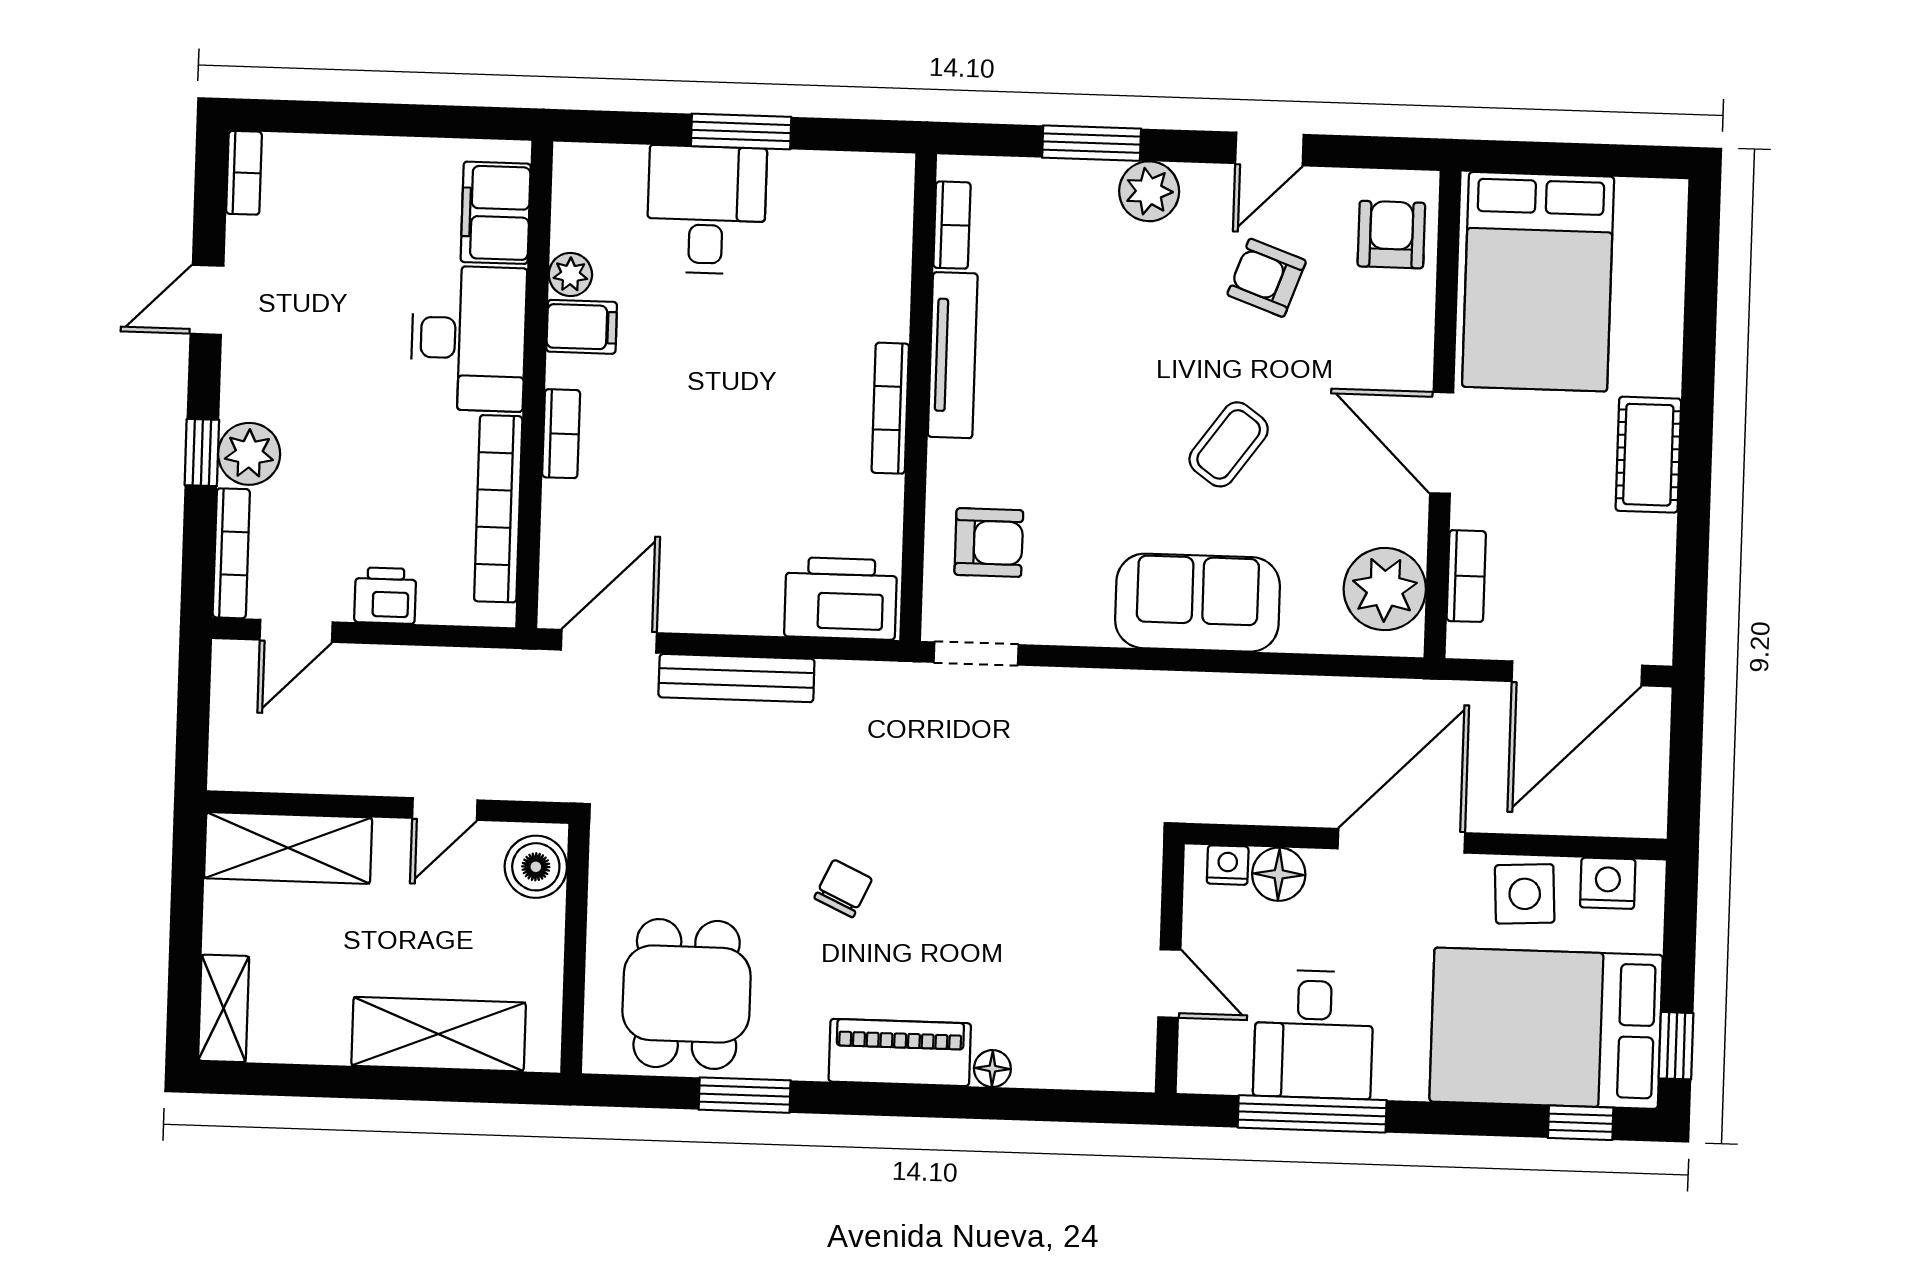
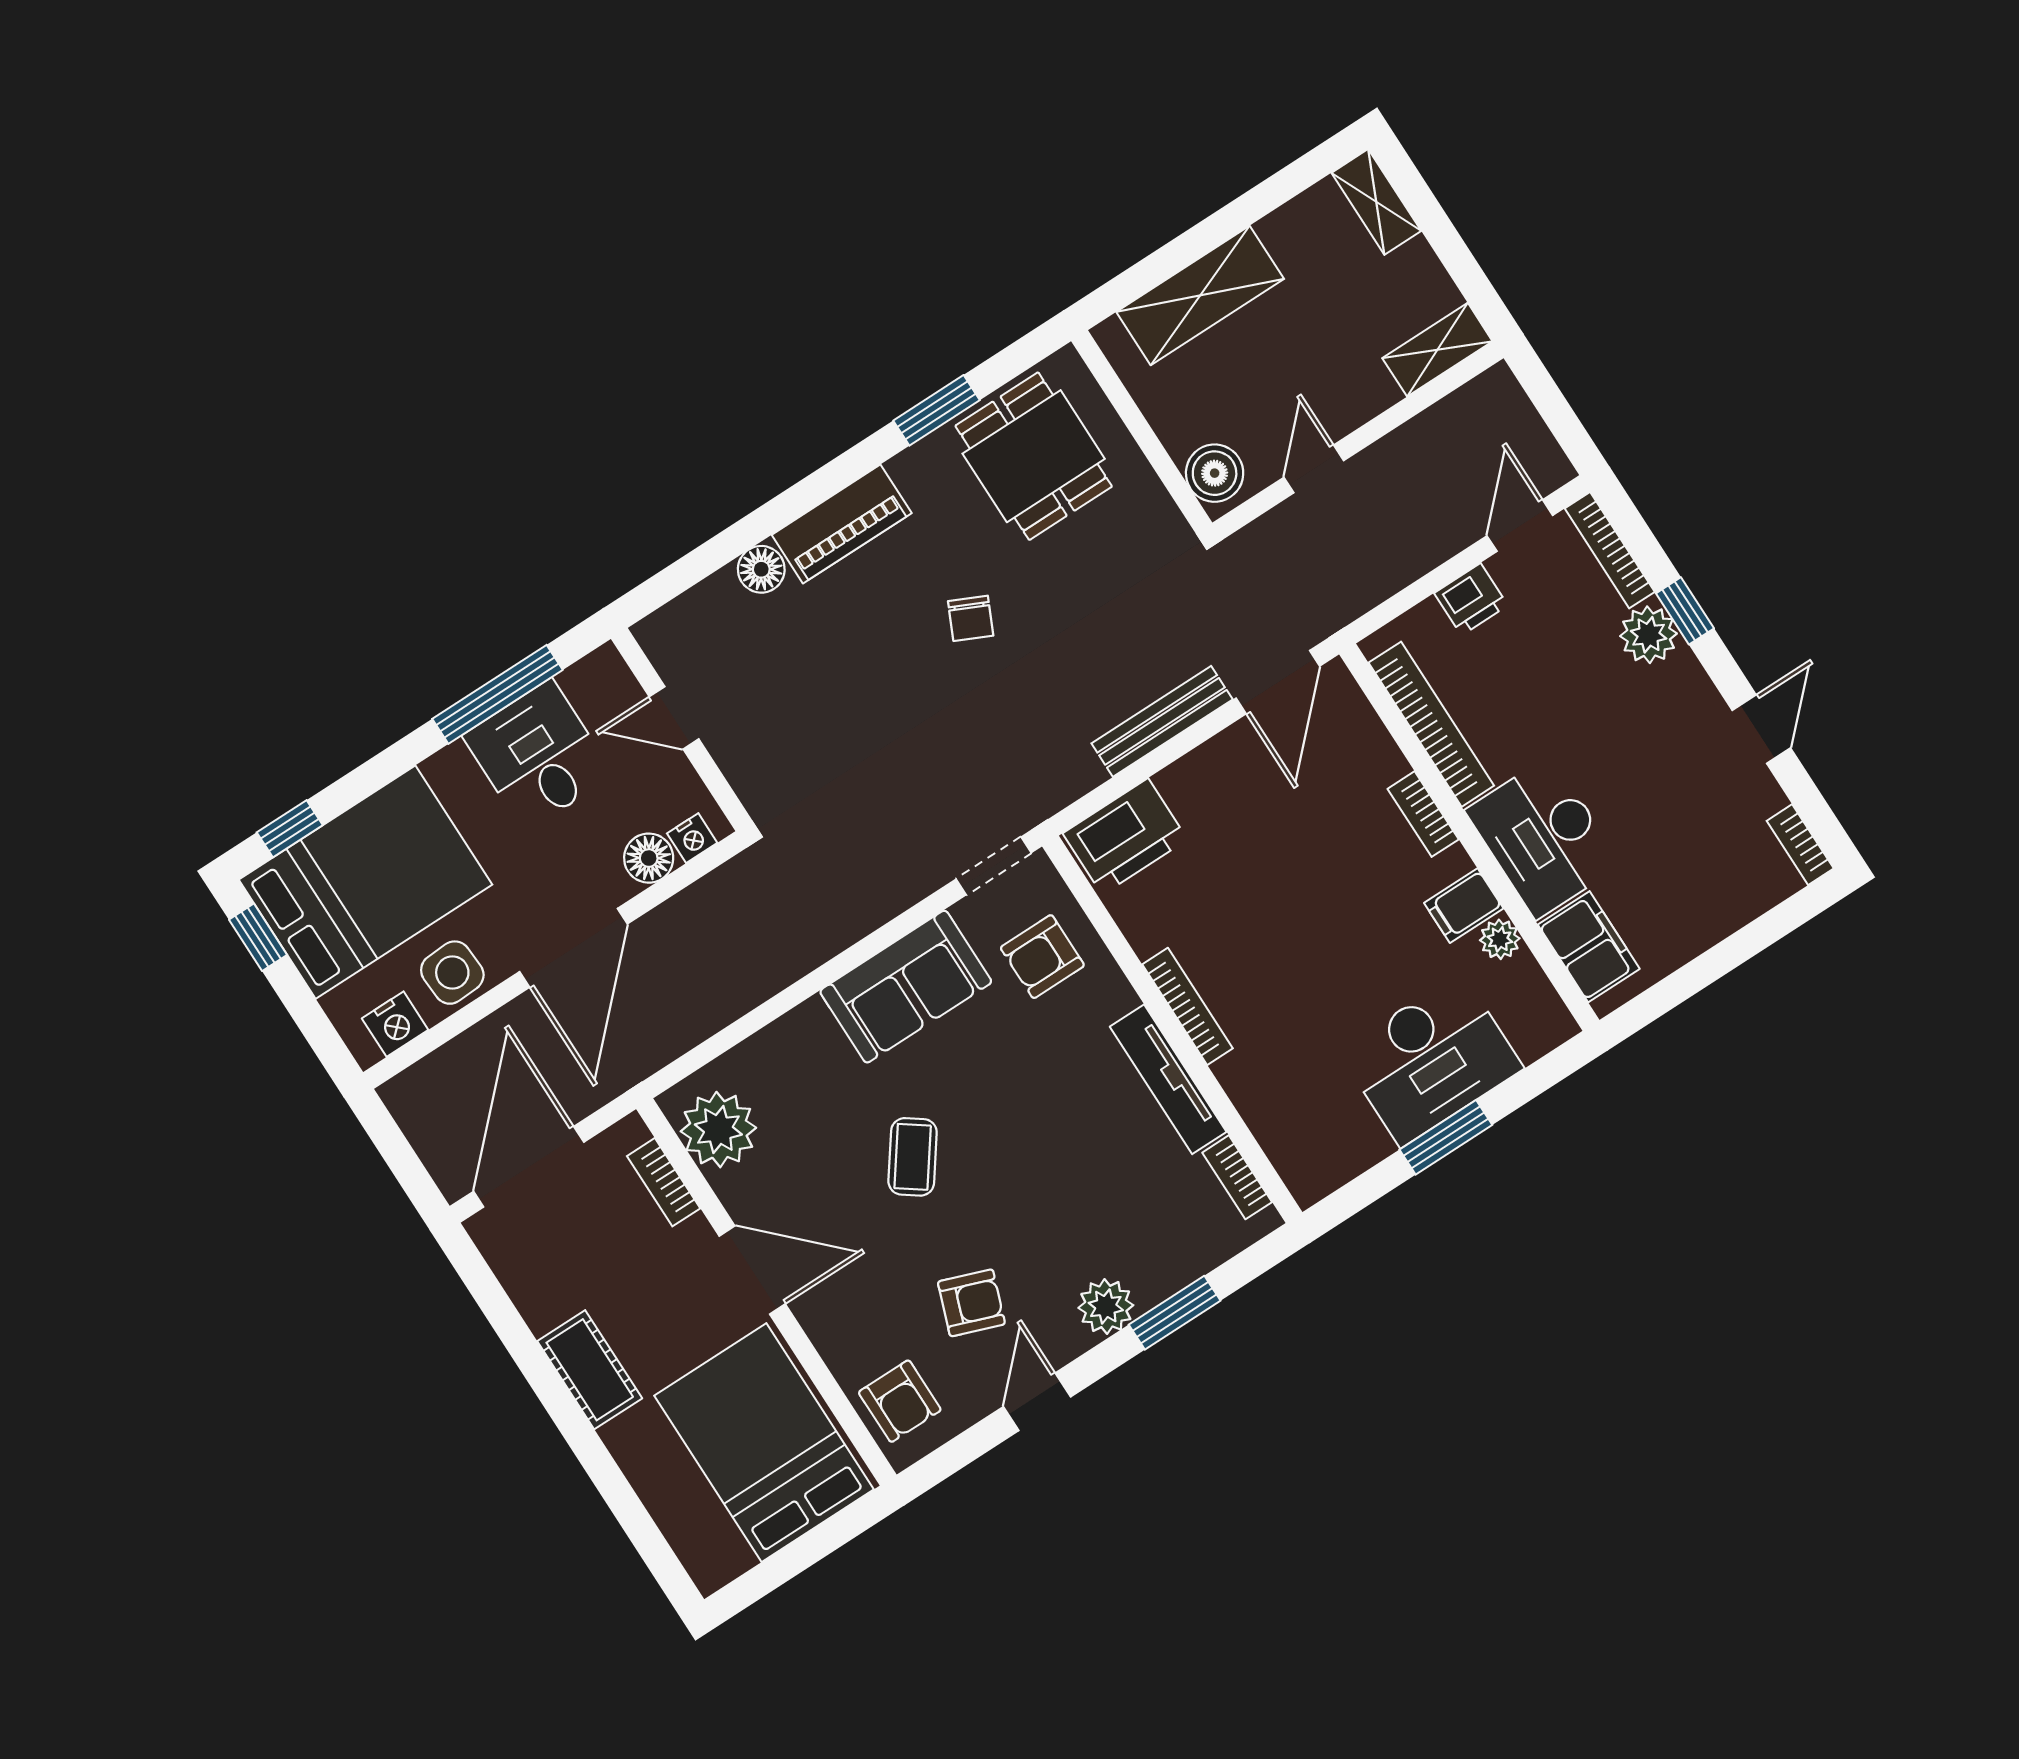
desk: (706, 210) -> (1431, 1060), width x1.37
sofa: (1197, 603) -> (906, 987), moved
shelving: (288, 848) -> (1437, 350), width x0.67, depth x0.75
floor lamp: (992, 1069) -> (761, 569), width x1.37, depth x1.37

